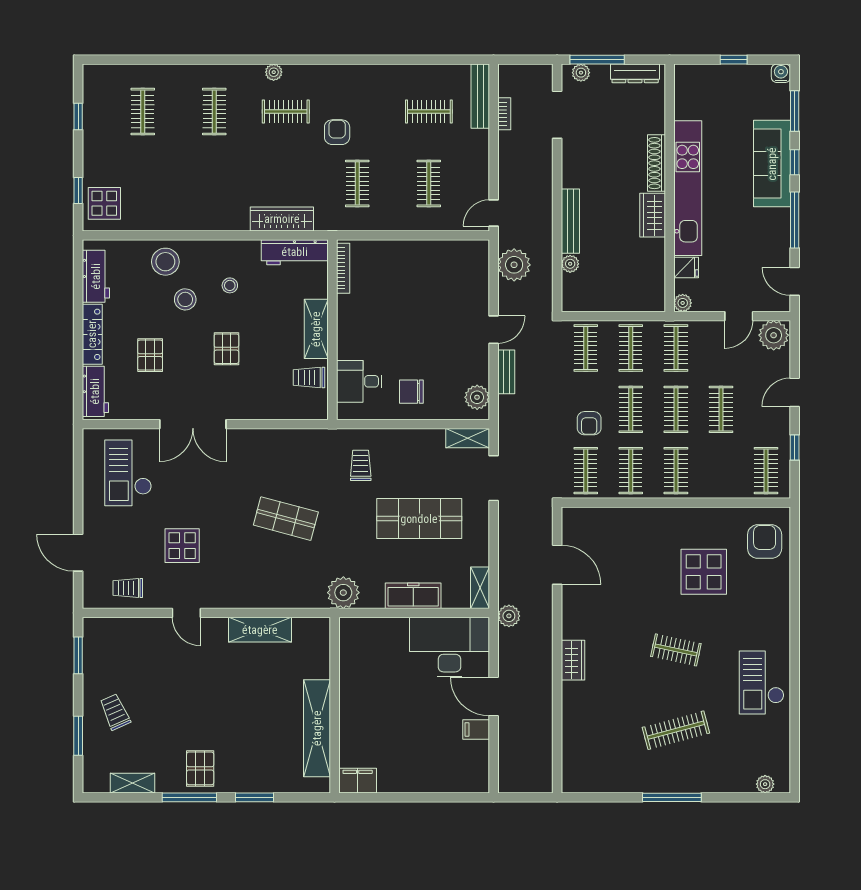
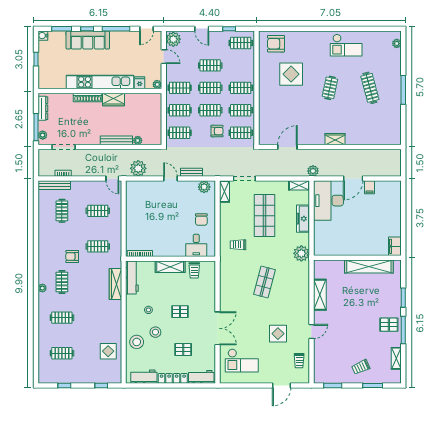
display table: (104, 203) -> (108, 351), moved

